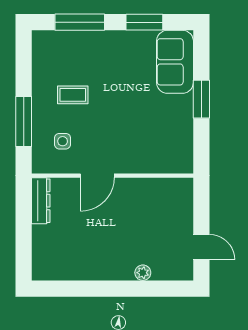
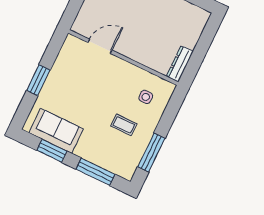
sofa: (175, 62) -> (56, 131), moved, turned -90
window: (24, 122) -> (151, 153), moved
door: (97, 176) -> (100, 46), moved

